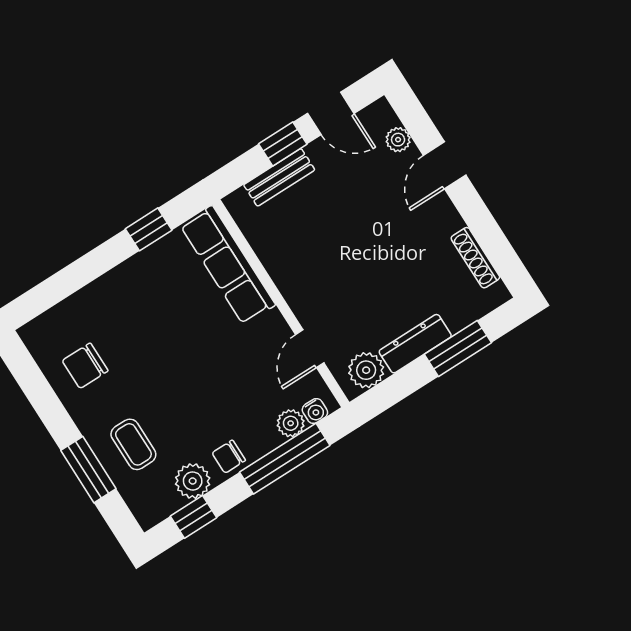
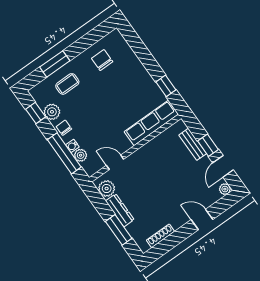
plant: (398, 140) -> (225, 189), moved
water cooler: (315, 411) -> (72, 146), moved

